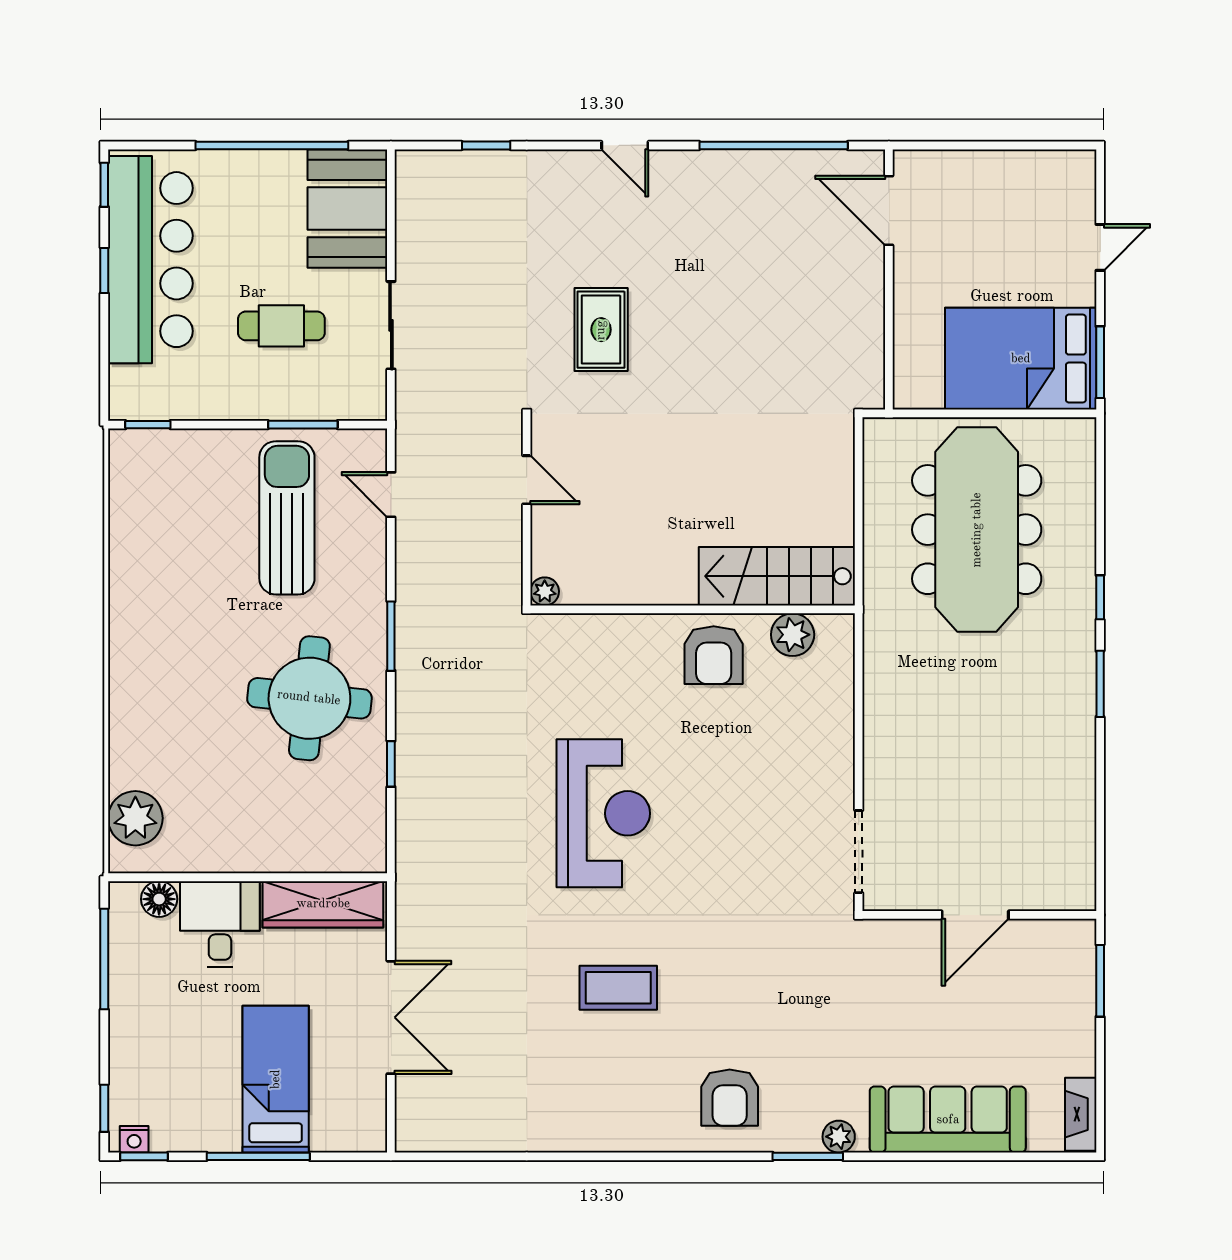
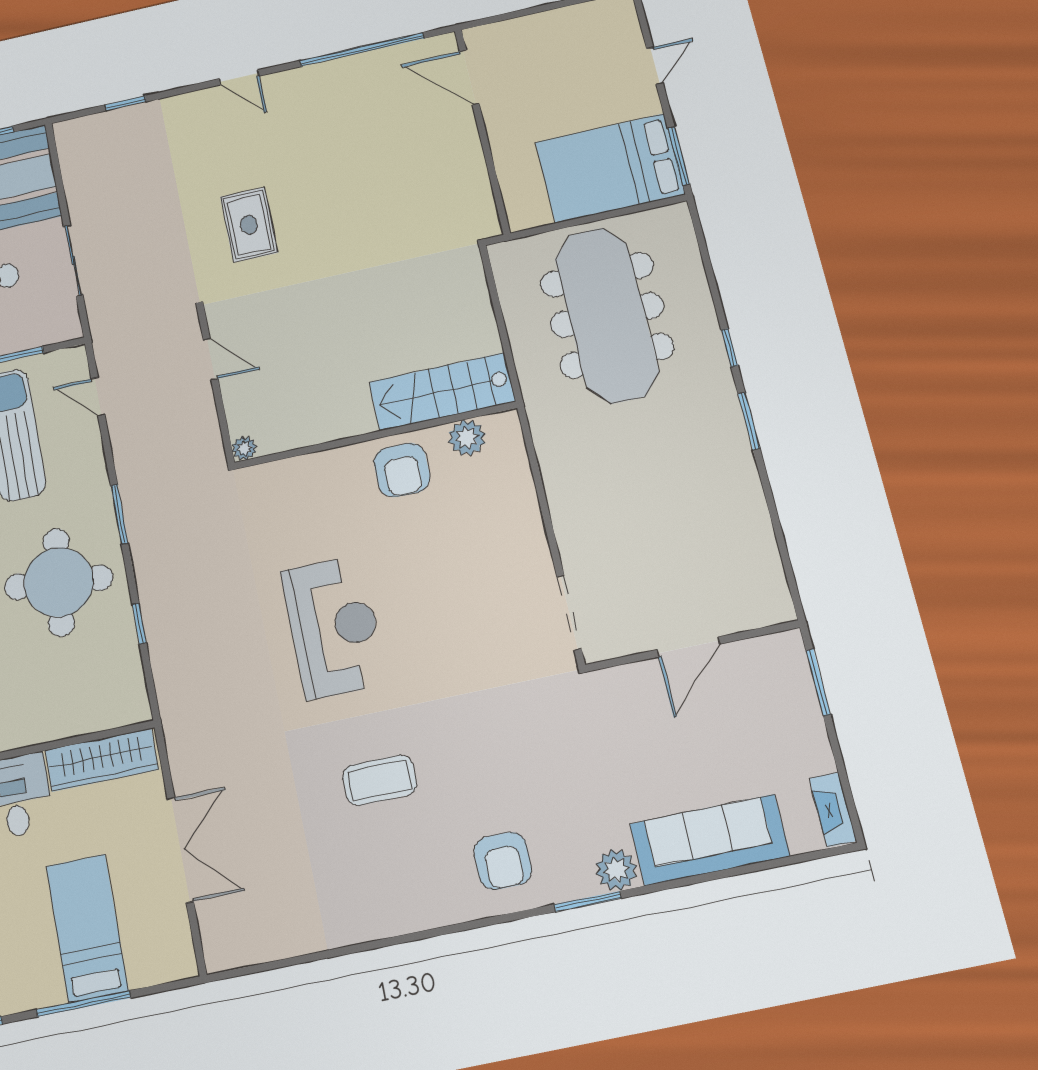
plant: (839, 1137) -> (616, 870), width x1.38, depth x1.38

